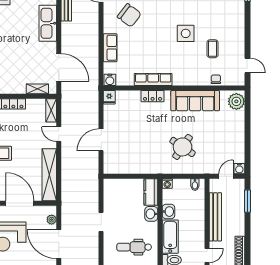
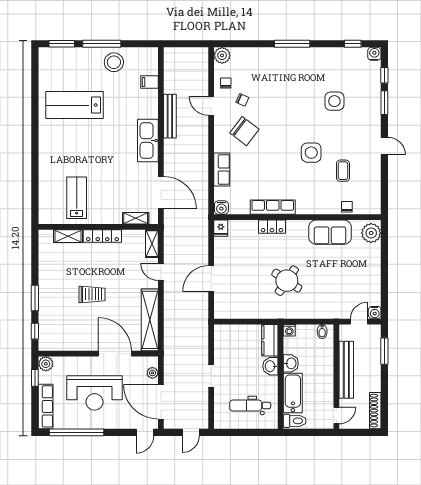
door: (248, 66) -> (384, 146), moved
sofa: (195, 101) -> (330, 232), width x0.73
round table: (183, 147) -> (287, 281), moved

